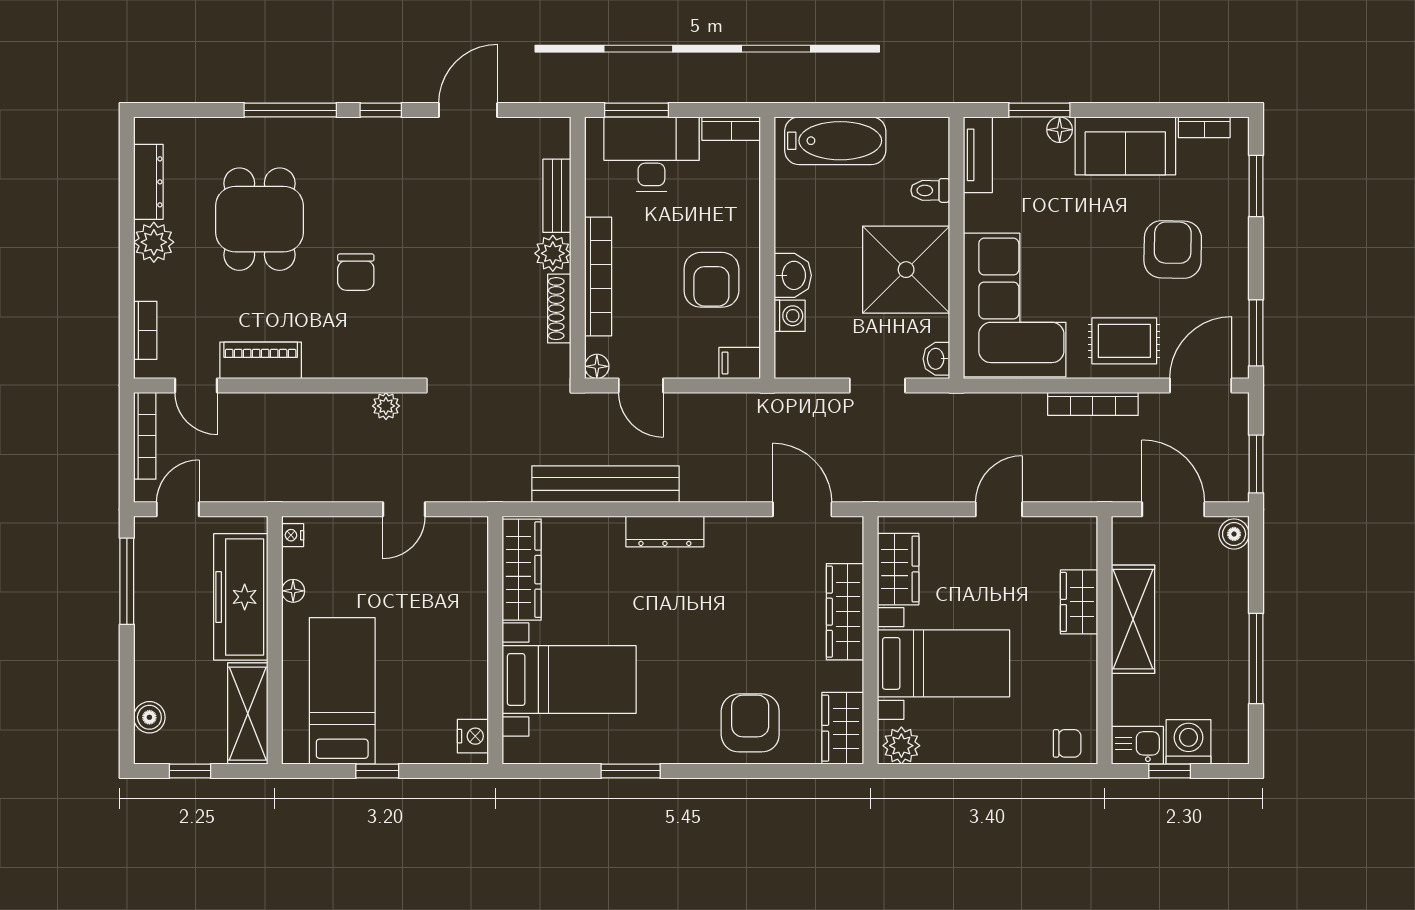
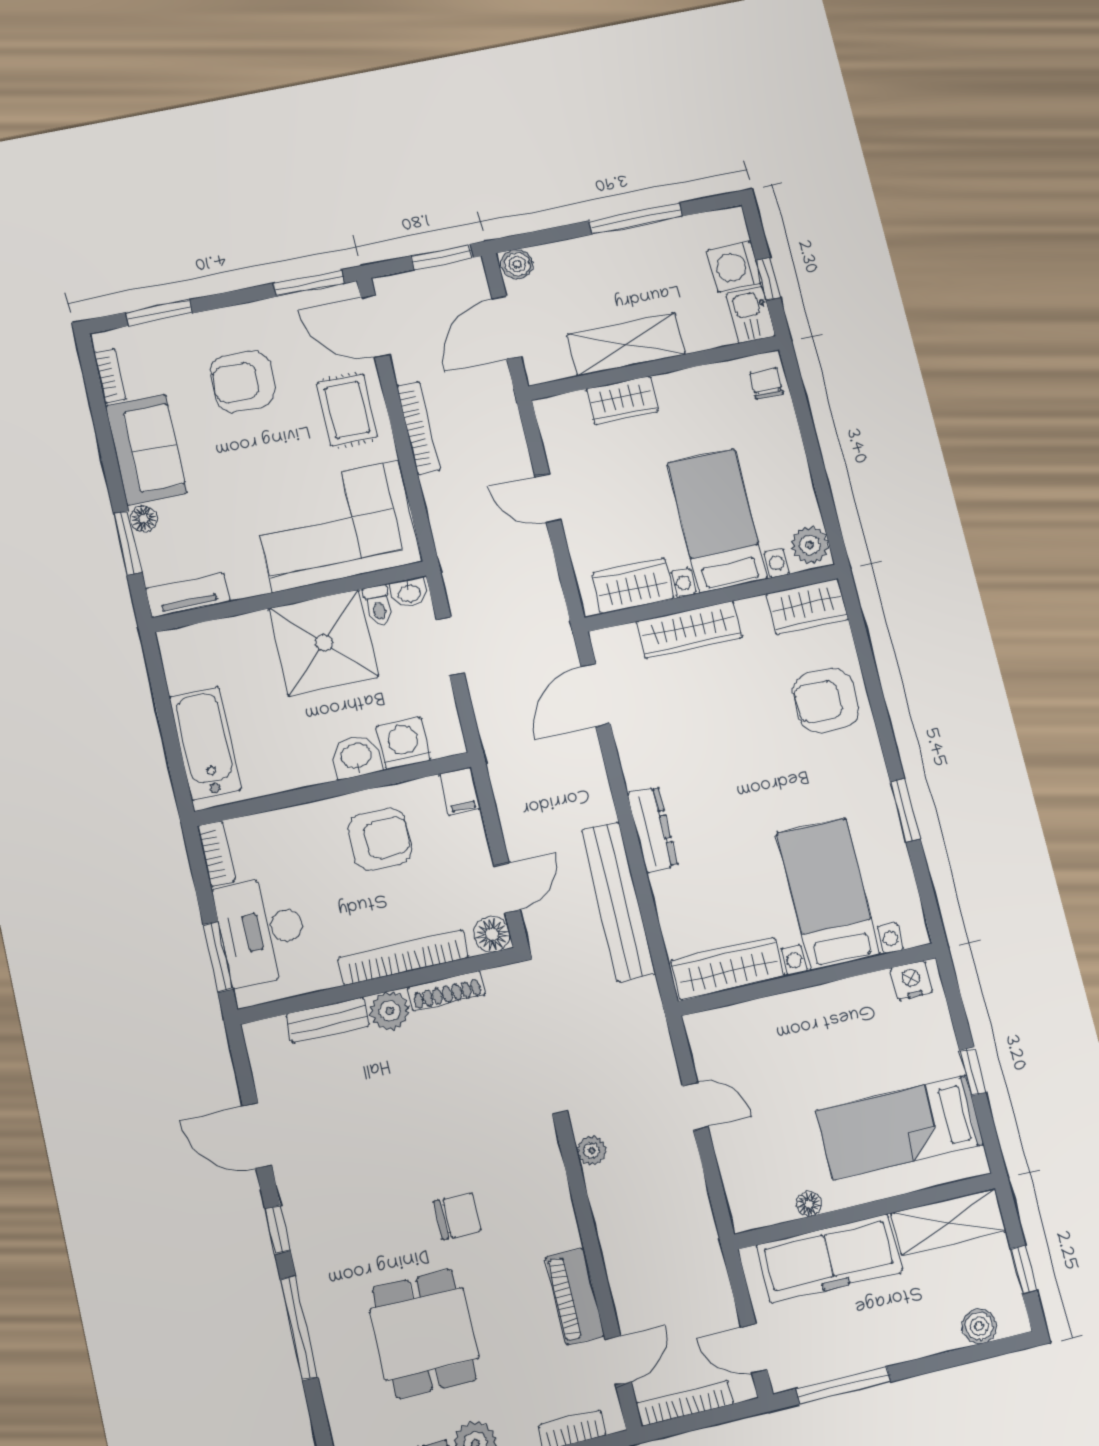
toilet: (930, 190) -> (378, 606), moved
dining table: (259, 219) -> (424, 1334), turned 90
washing machine: (790, 316) -> (404, 743), width x1.38, depth x1.38
floor lamp: (597, 366) -> (492, 934), width x1.37, depth x1.37
nightstand: (293, 535) -> (751, 1218), removed

